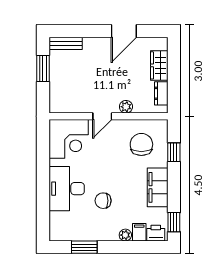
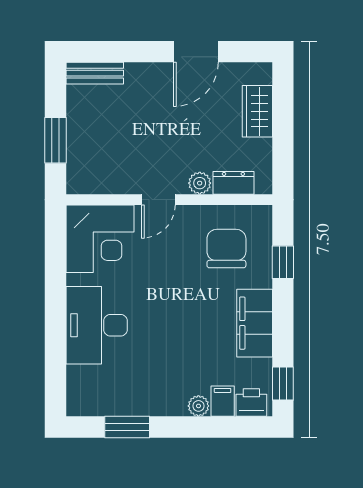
window: (43, 69) -> (55, 140), moved
dresser: (161, 93) -> (233, 183), moved, turned 90
chair: (103, 201) -> (160, 346), removed

